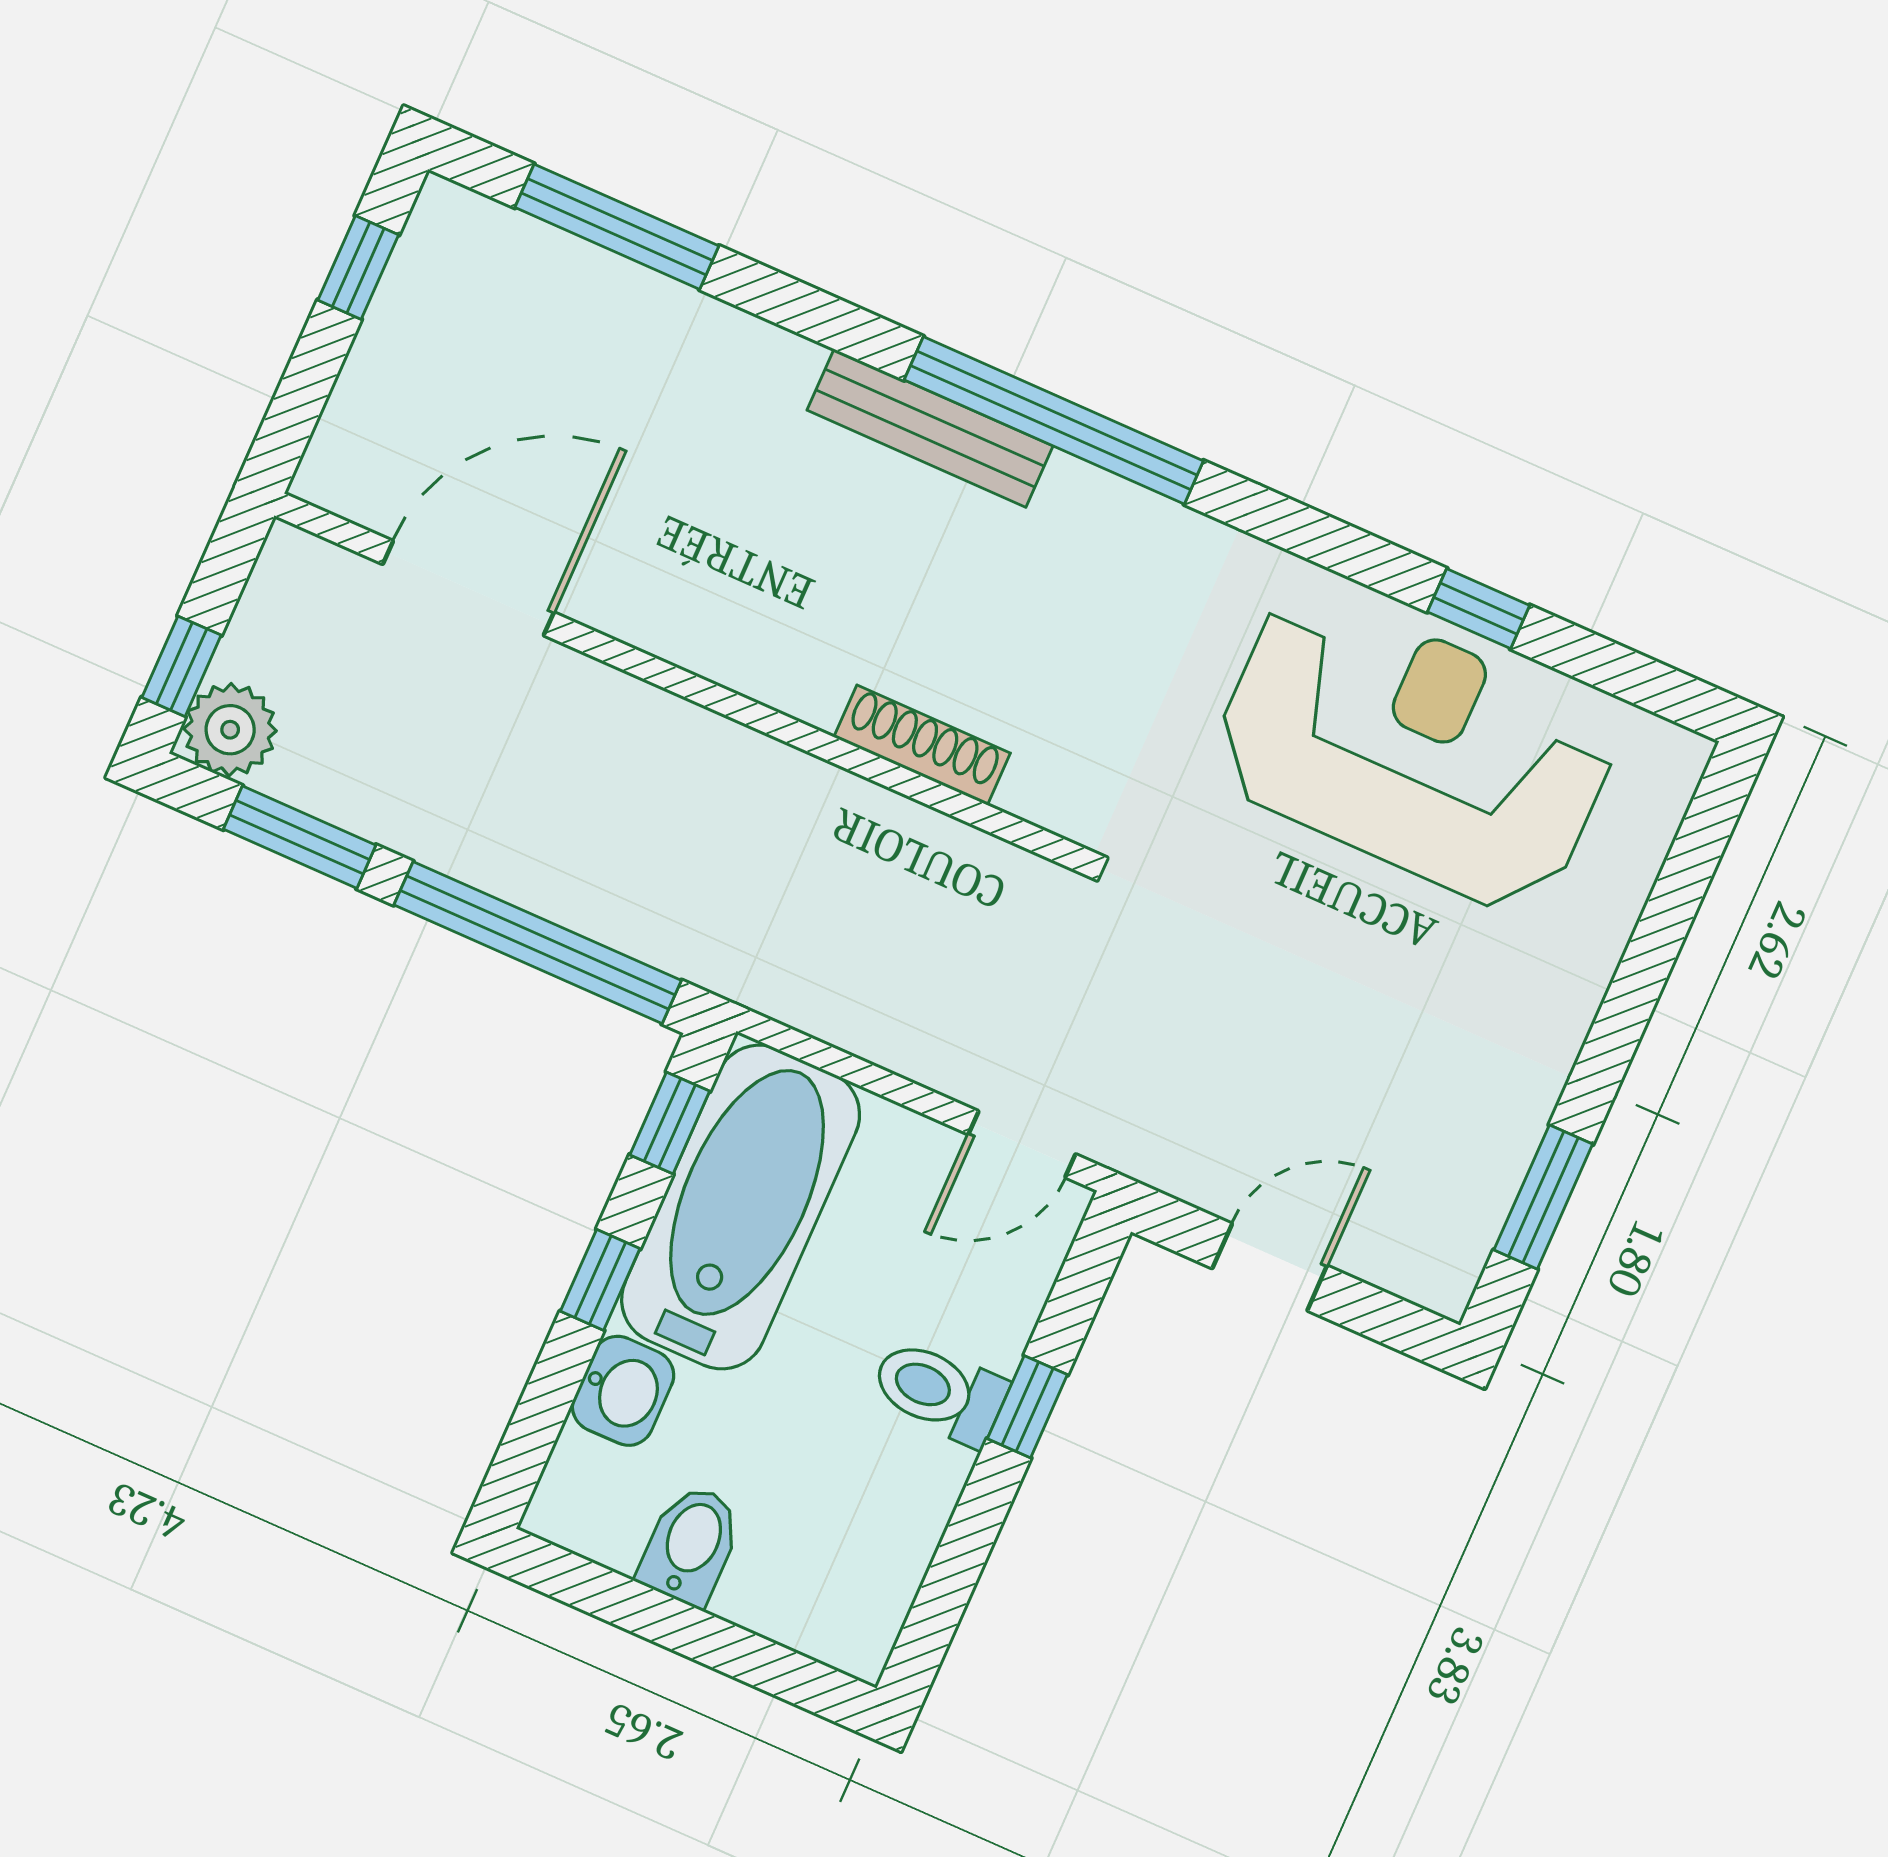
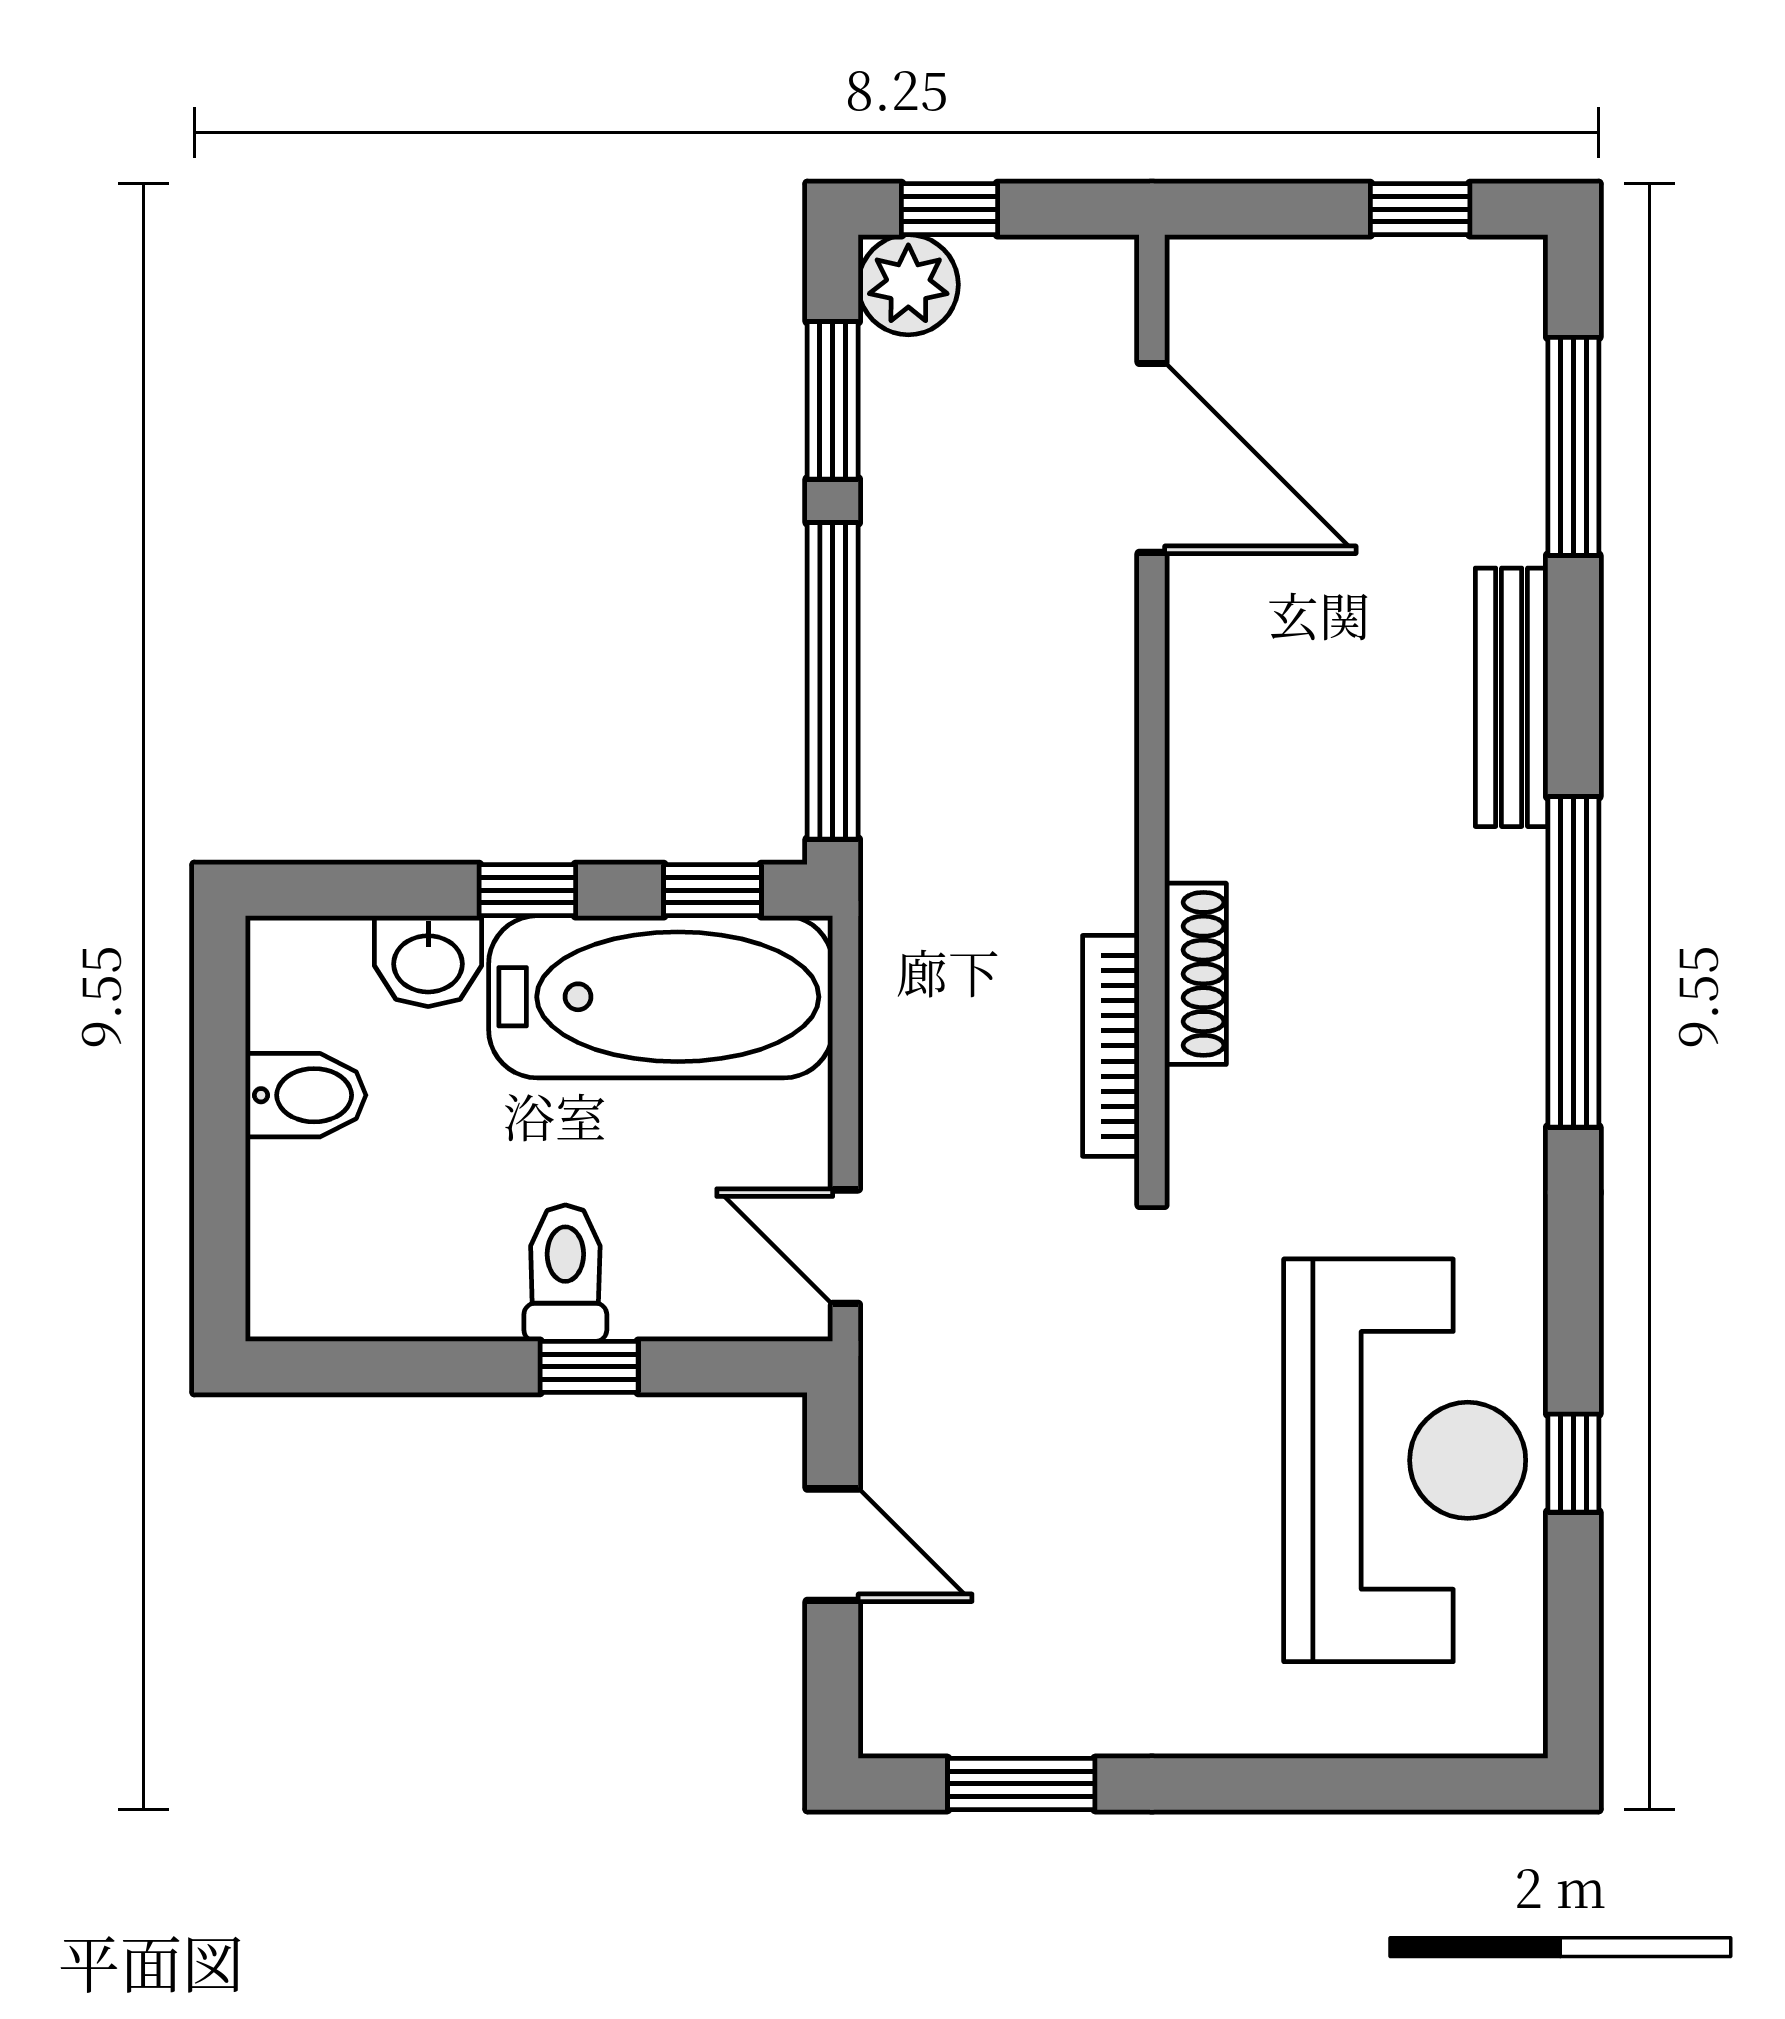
bench: (930, 428) -> (1512, 697), moved
bookcase: (951, 844) -> (1111, 1046), added

